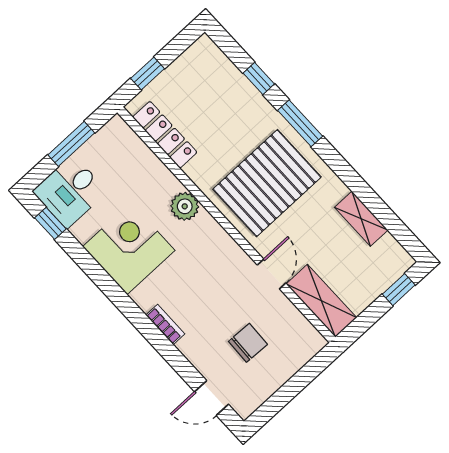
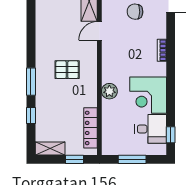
pallet: (267, 183) -> (67, 70), width x0.49, depth x0.50
desk: (70, 191) -> (151, 129), moved
shelving: (361, 219) -> (50, 148), moved, turned 90

